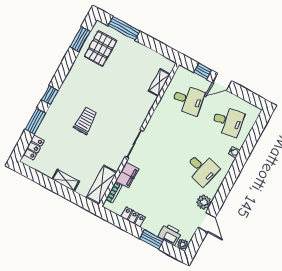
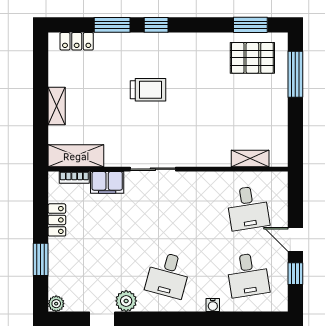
window: (203, 71) -> (295, 274), moved
printer: (170, 234) -> (60, 280), removed

